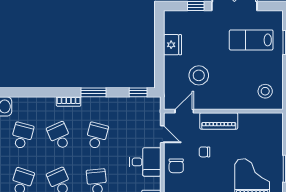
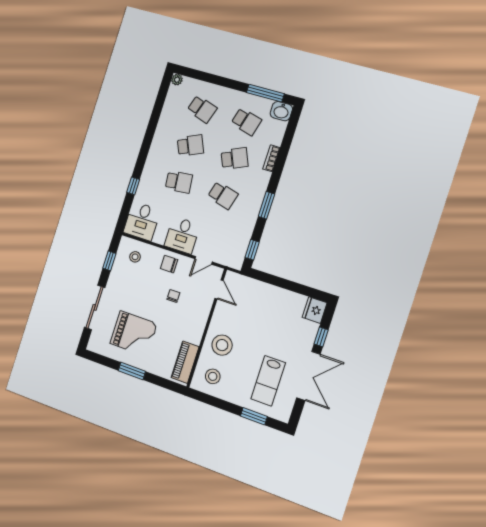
lab bench: (251, 40) -> (268, 381), turned 180
fridge: (173, 45) -> (315, 310), moved, turned 90
stool: (199, 75) -> (222, 345), moved
bookcase: (69, 102) -> (271, 158), moved
piano: (219, 121) -> (185, 362), moved

